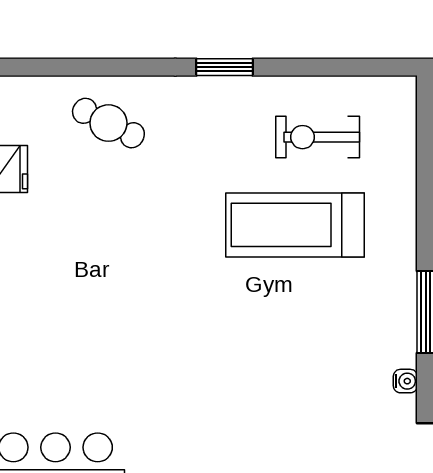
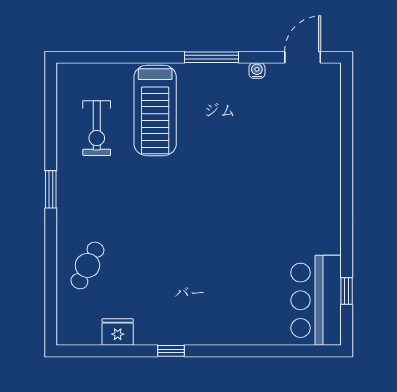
treadmill: (295, 225) -> (155, 110), moved

